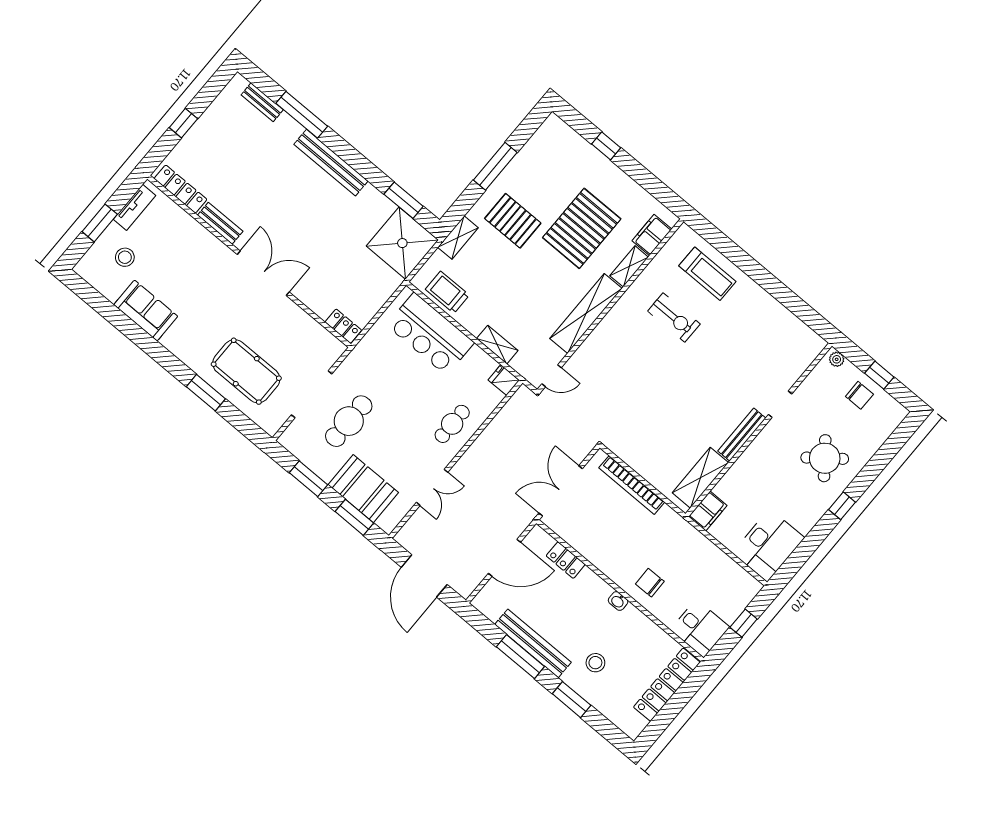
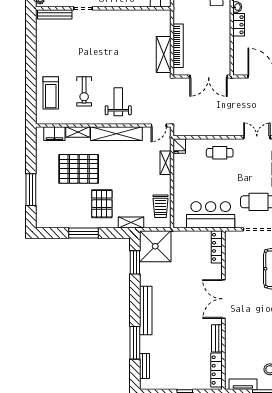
window: (606, 146) -> (31, 190), width x2.17
treadmill: (707, 274) -> (51, 93), turned 180
exercise bike: (674, 317) -> (84, 91), turned 180
locker: (343, 326) -> (217, 247), width x1.53
bar counter: (430, 334) -> (211, 215), moved, turned -90
weight bench: (625, 350) -> (118, 102), added
door: (552, 376) -> (159, 125), swing flipped
bench: (742, 435) -> (55, 14), moved
shelving: (700, 478) -> (164, 54), moved, turned 90
locker: (566, 560) -> (239, 25), moved

